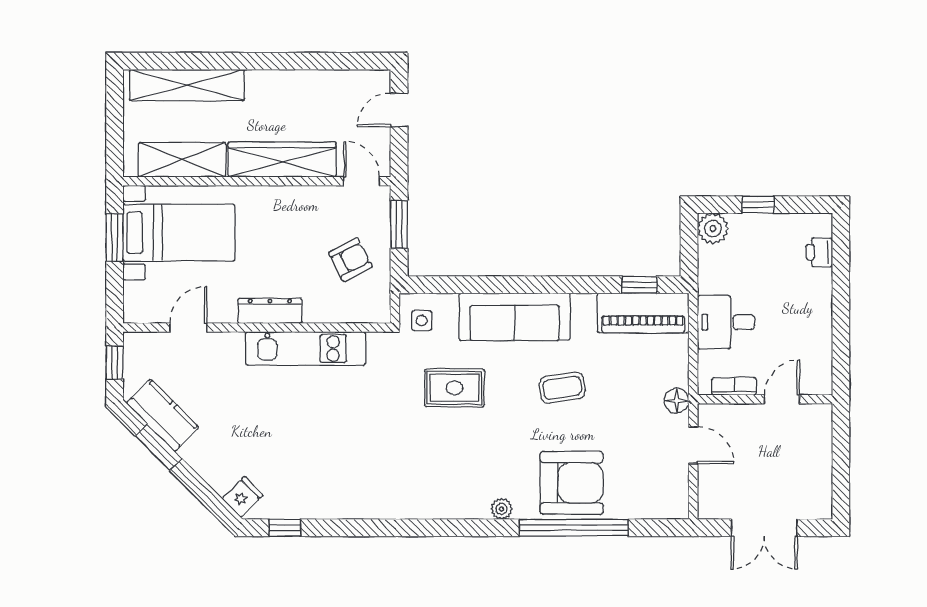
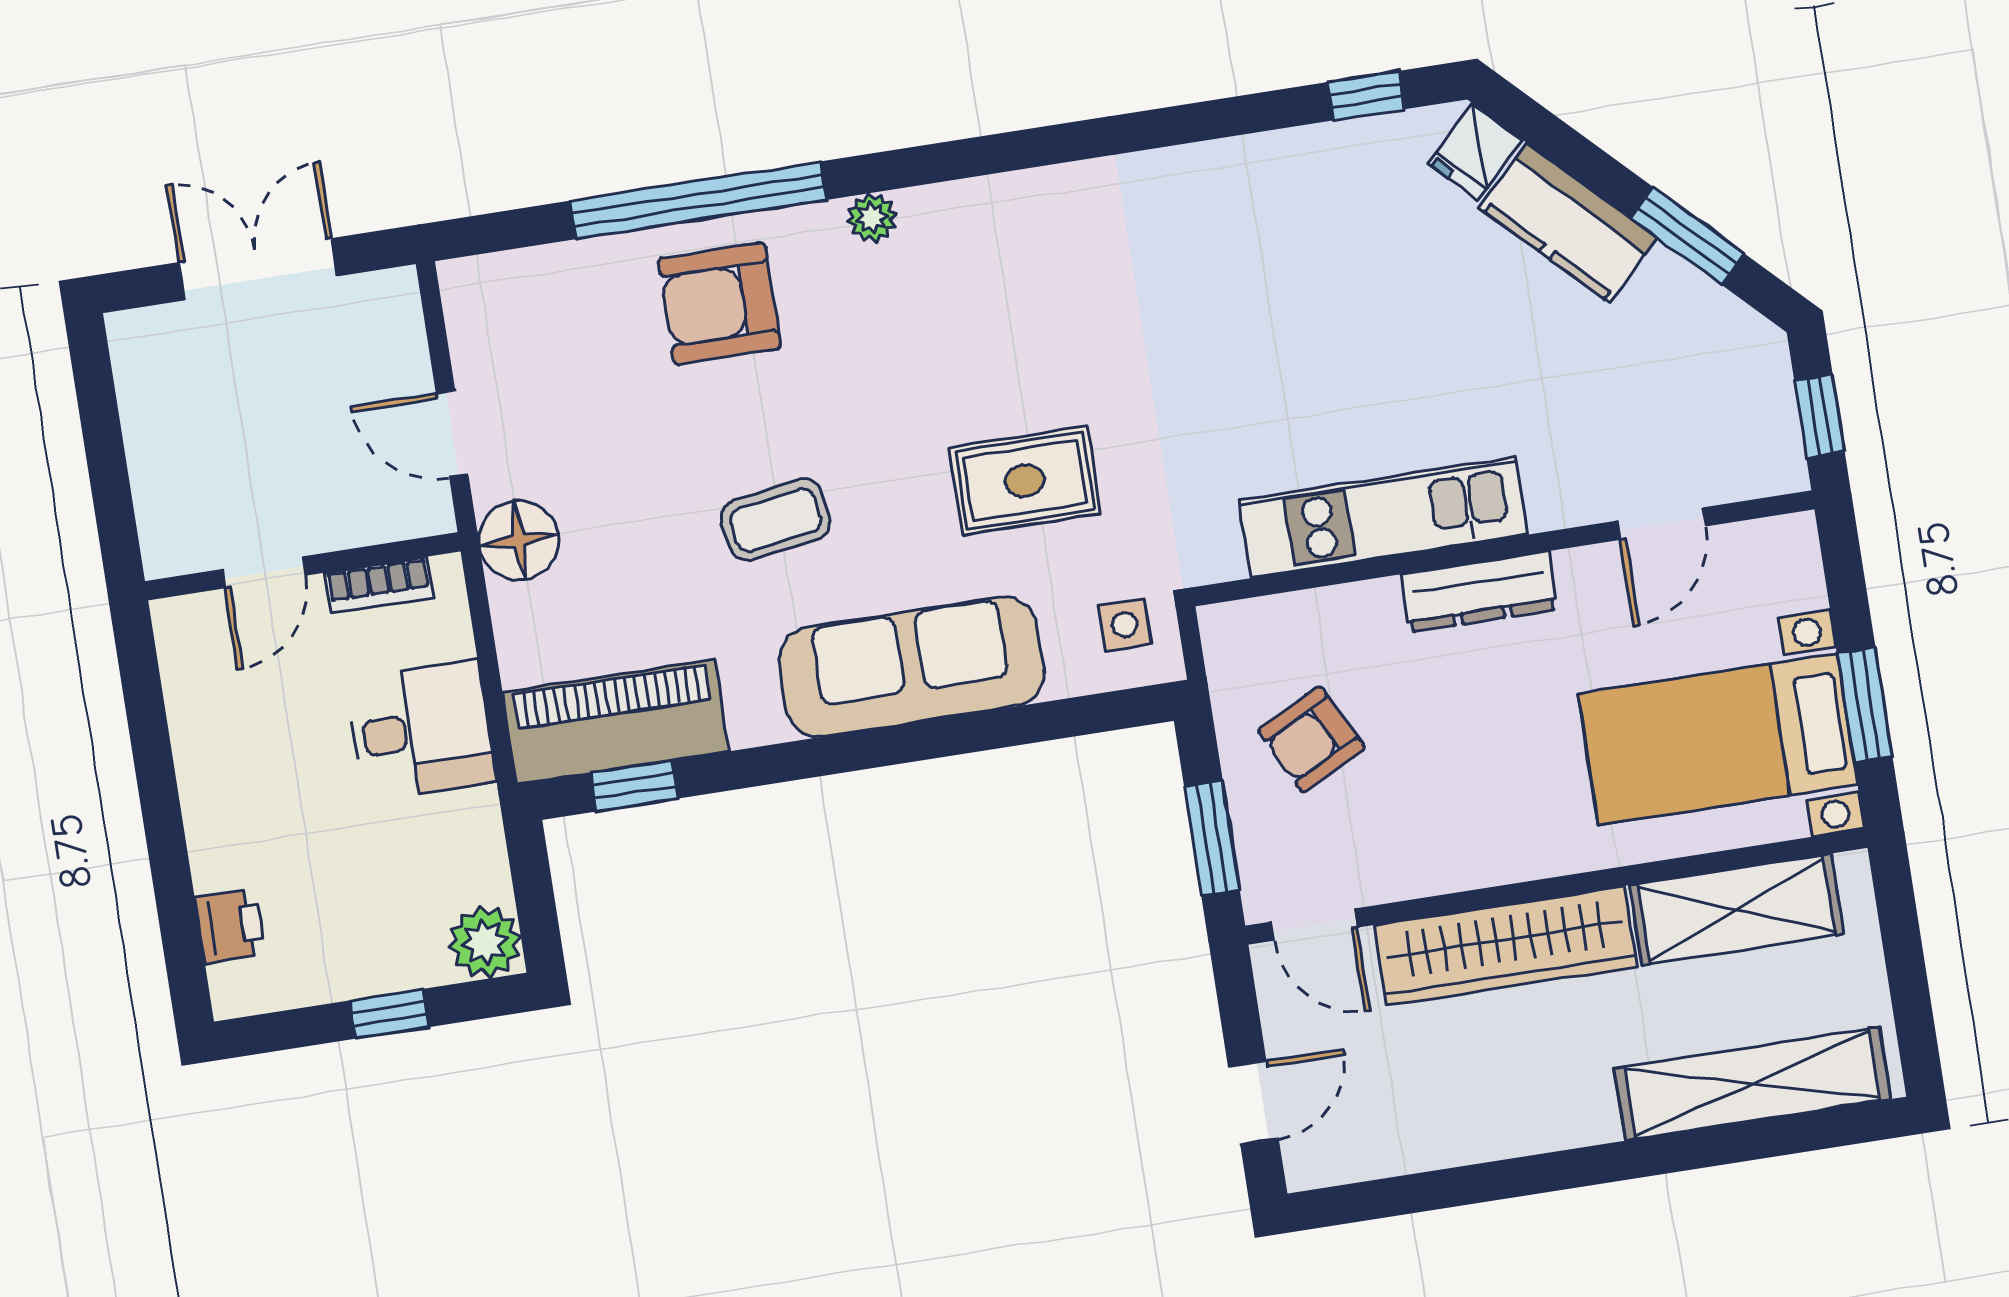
floor lamp: (677, 401) -> (519, 540), width x1.38, depth x1.38
kitchen counter: (163, 415) -> (1568, 223), moved
armchair: (572, 483) -> (719, 303), width x0.73, depth x0.73

